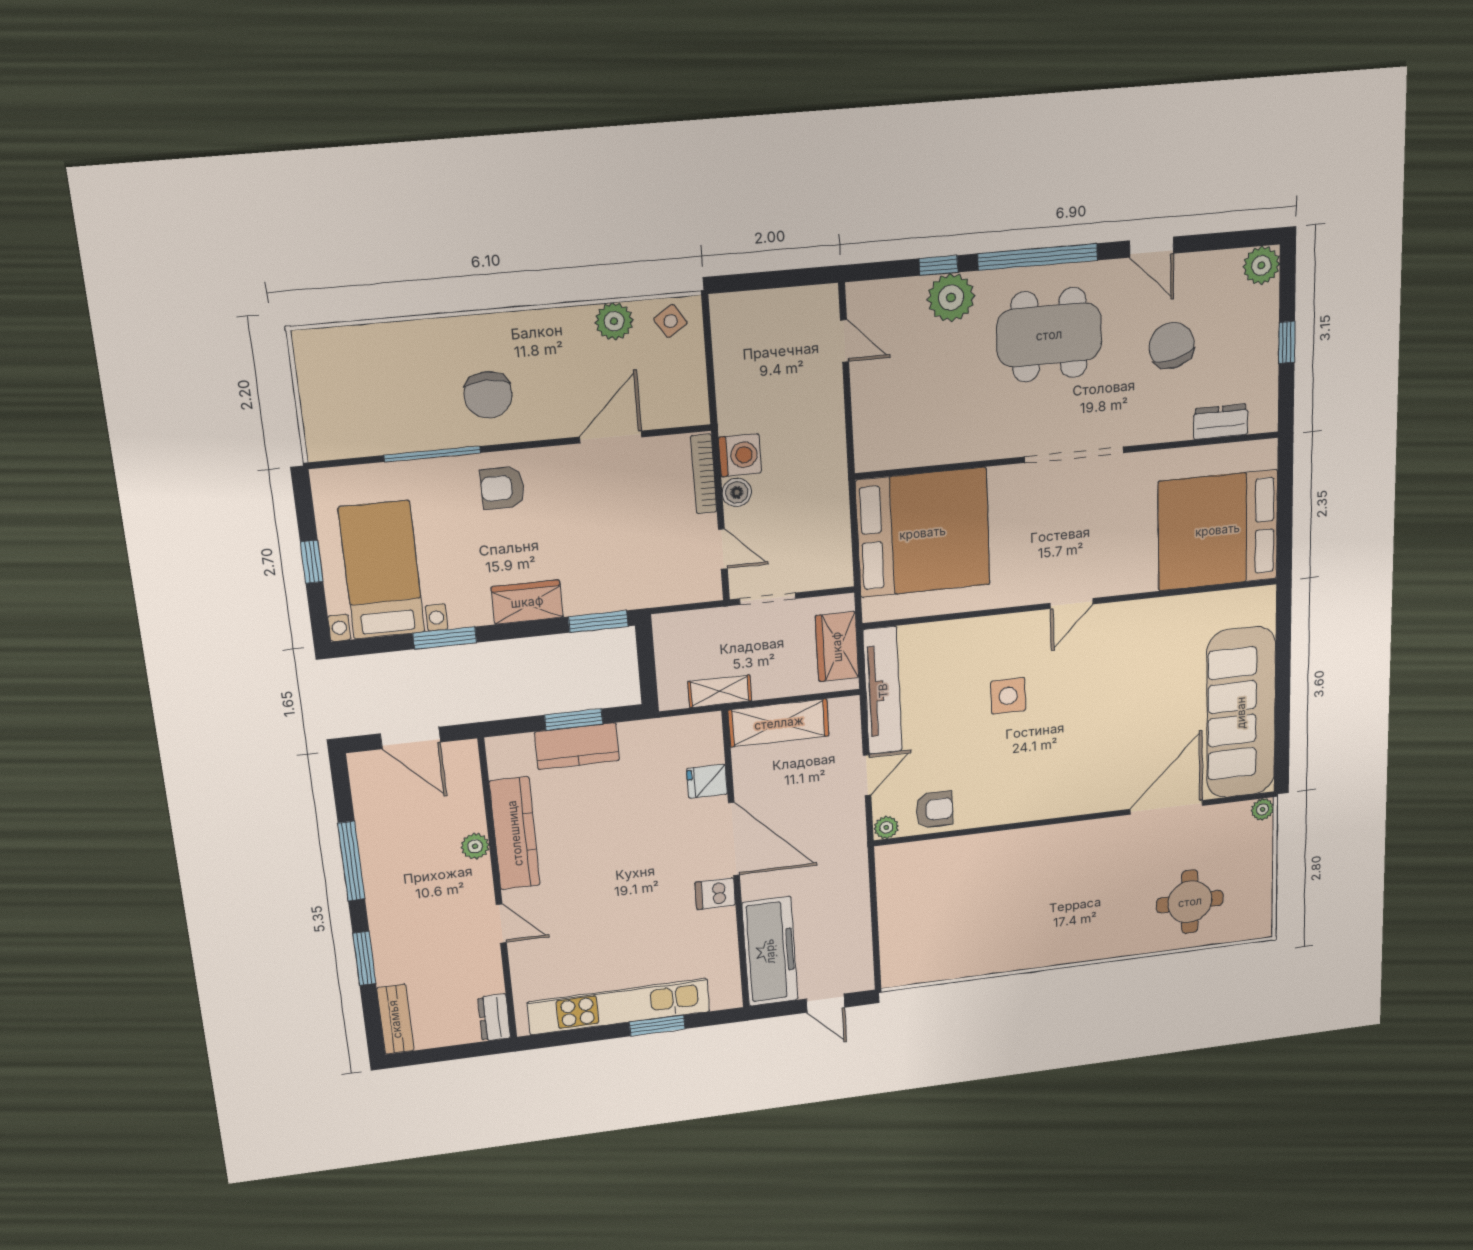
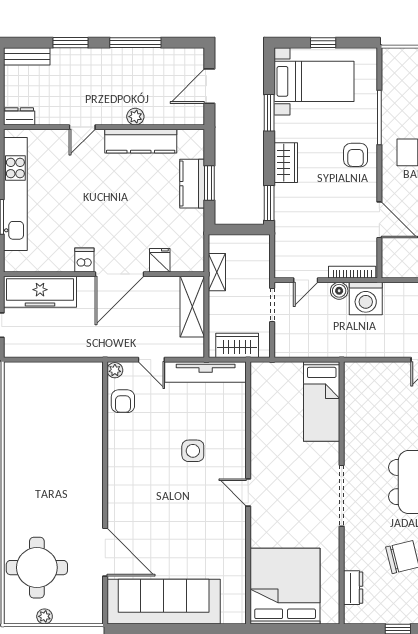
washing machine: (740, 455) -> (366, 299), width x1.37, depth x1.37
armchair: (502, 488) -> (356, 155), turned 180
bed: (923, 533) -> (322, 402), width x0.49
plant: (1263, 809) -> (45, 616), moved
round table: (1190, 902) -> (37, 568), width x1.36, depth x1.36

